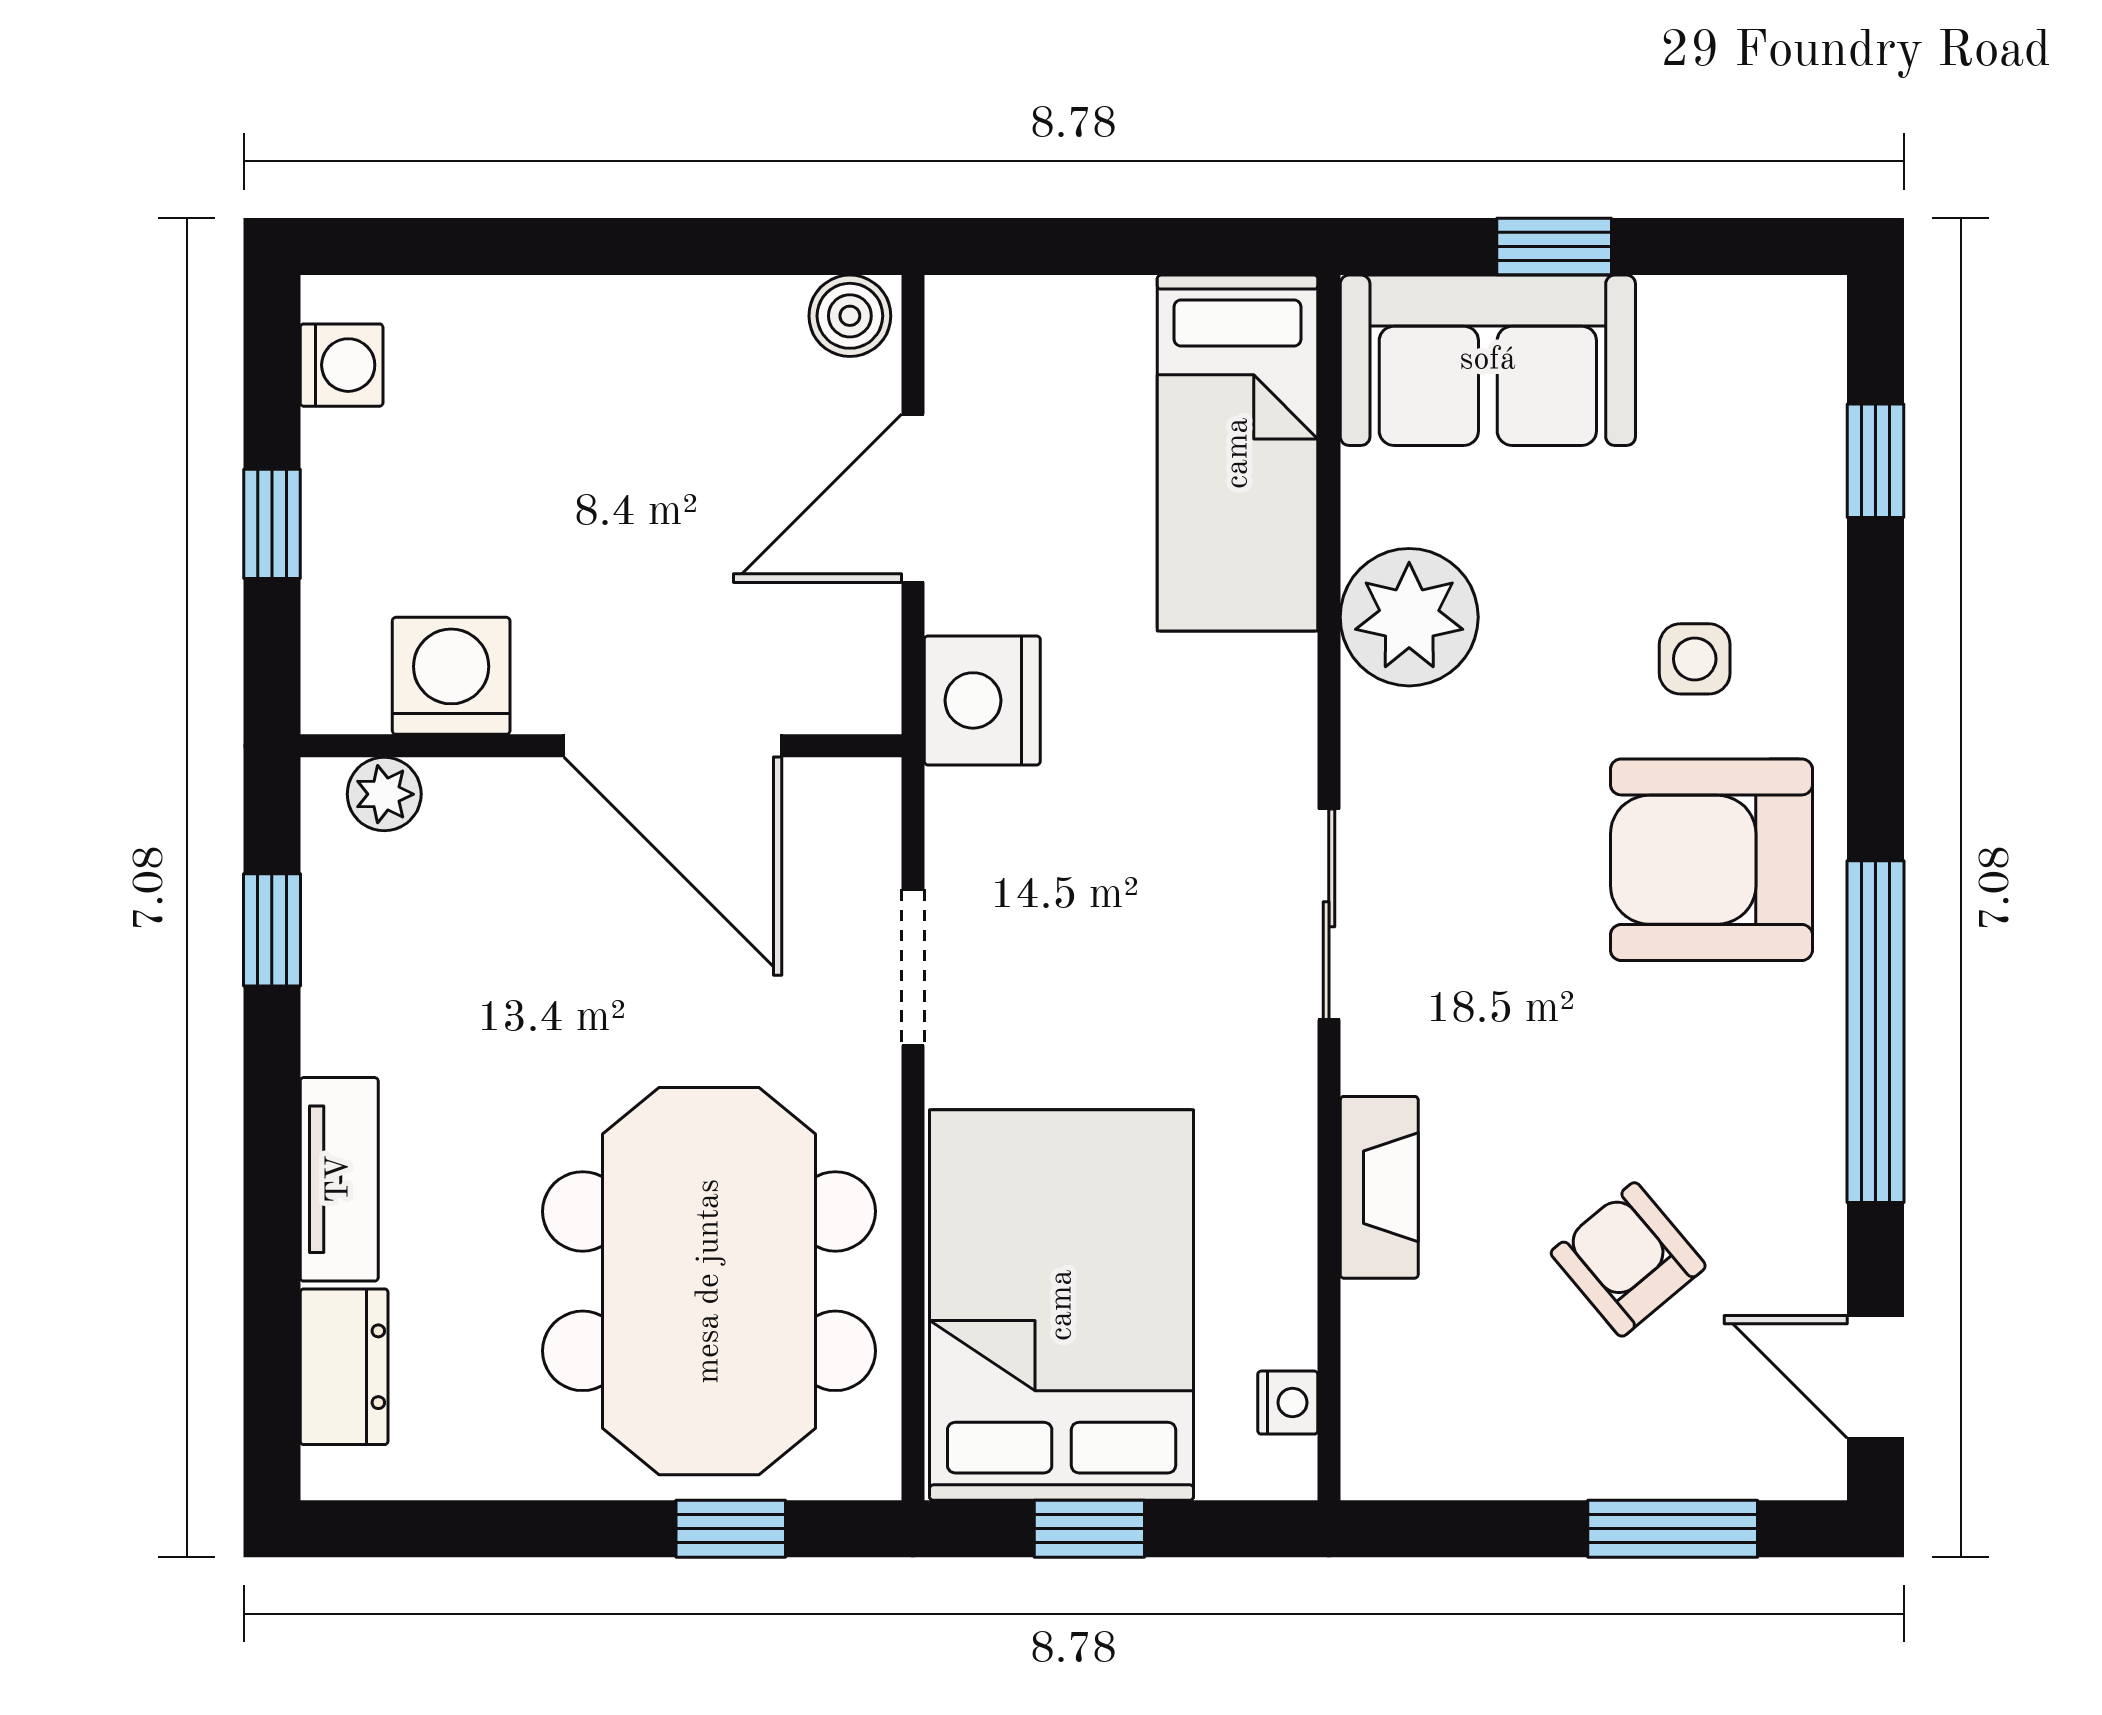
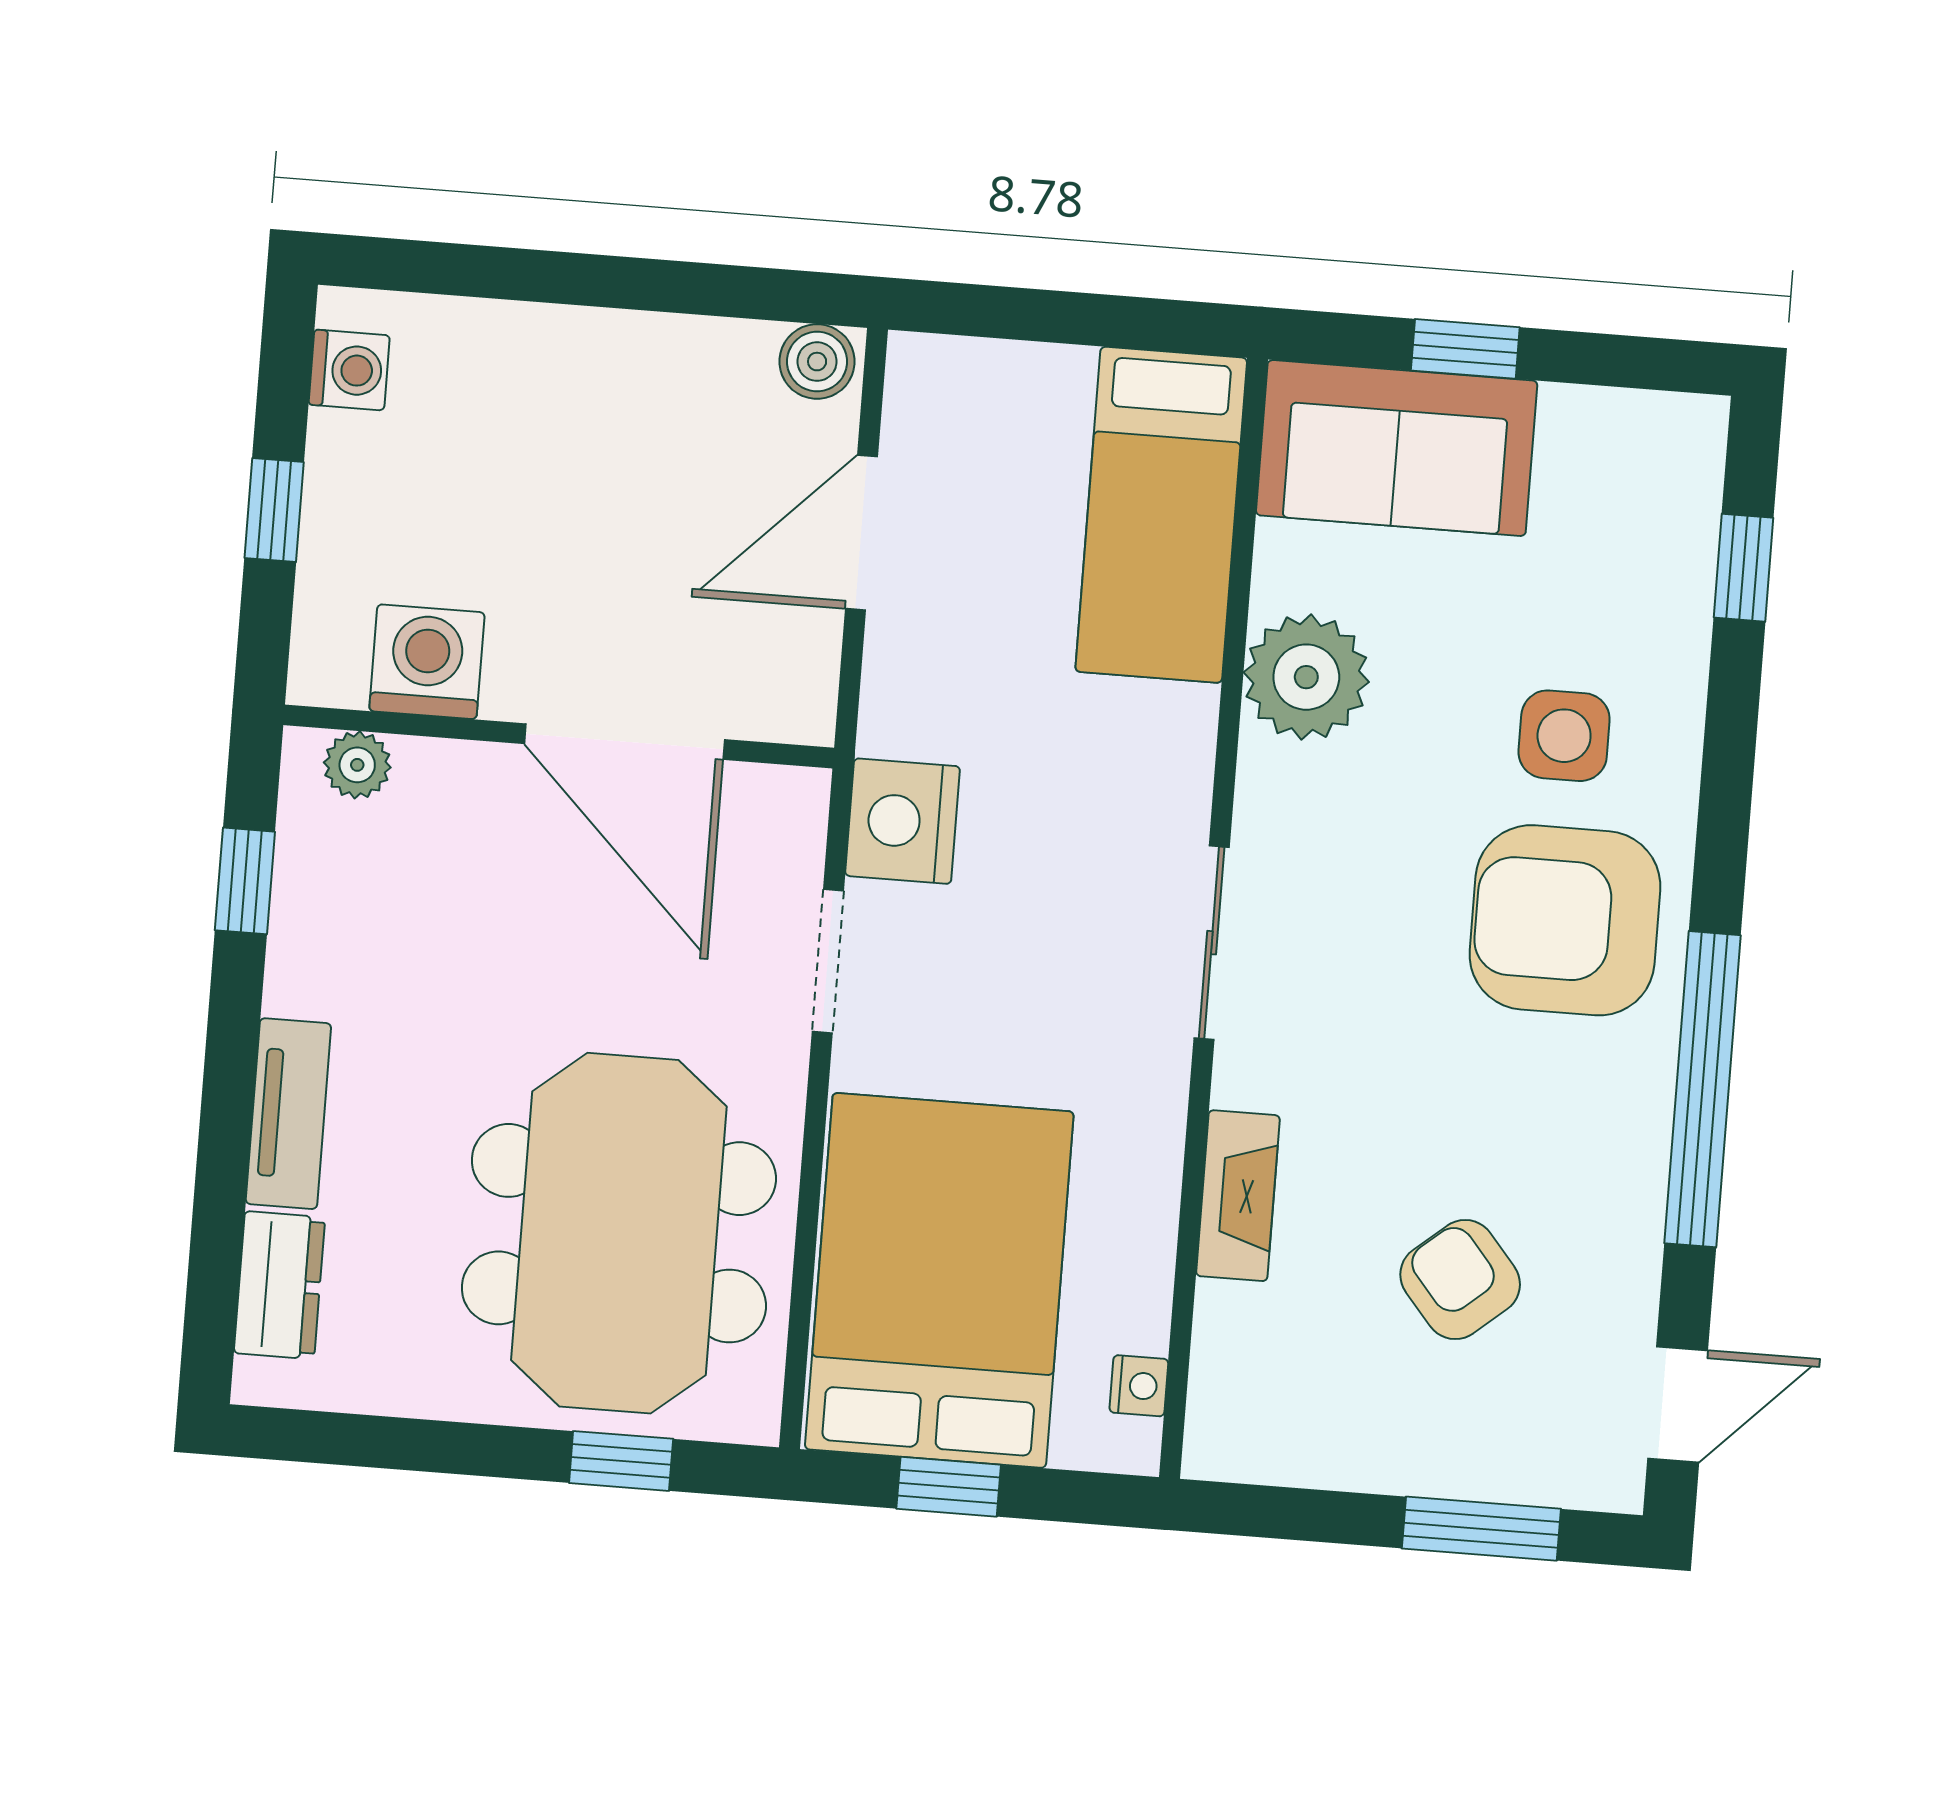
side table: (1695, 659) -> (1564, 736), width x1.37, depth x1.37
nightstand: (982, 700) -> (903, 821), moved
door: (1875, 1377) -> (1678, 1404), swing flipped

